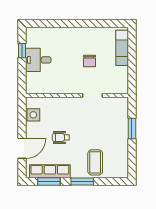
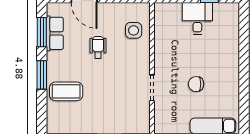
side table: (33, 115) -> (134, 30), moved
row of seats: (50, 171) -> (55, 33), width x0.68

